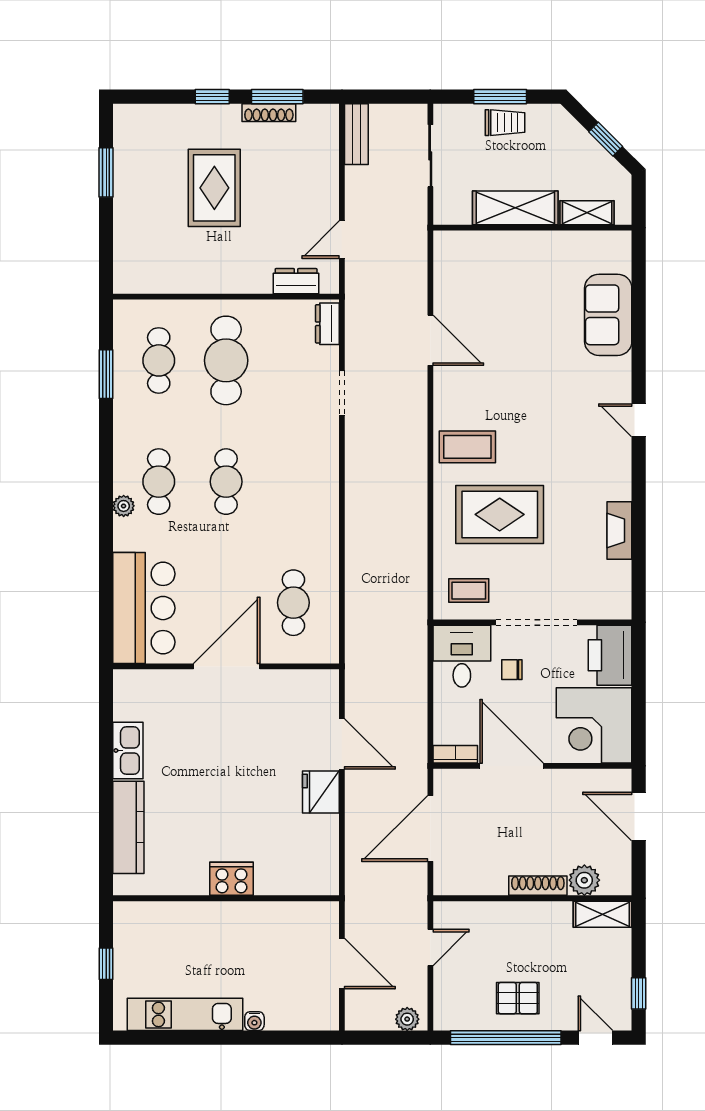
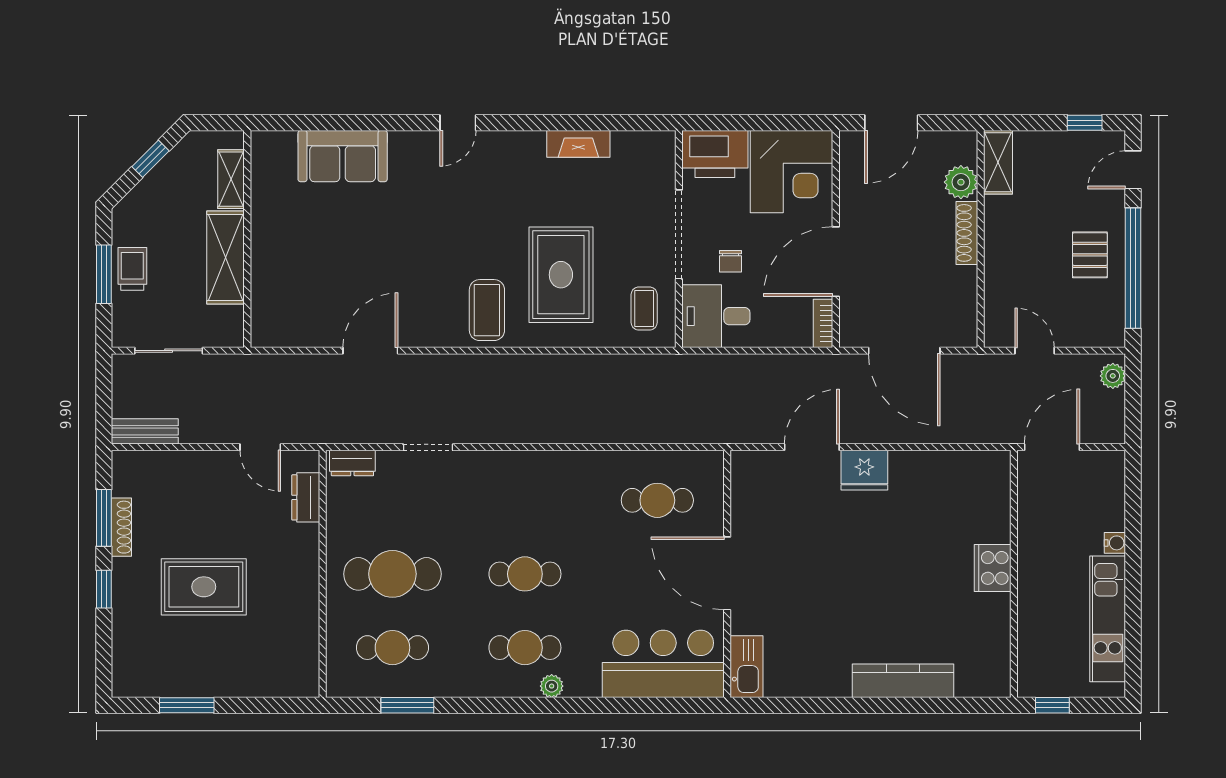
kitchen sink: (128, 751) -> (746, 667), moved, turned 90
cooker: (232, 879) -> (993, 568), moved
wall: (226, 898) -> (1014, 574), moved

